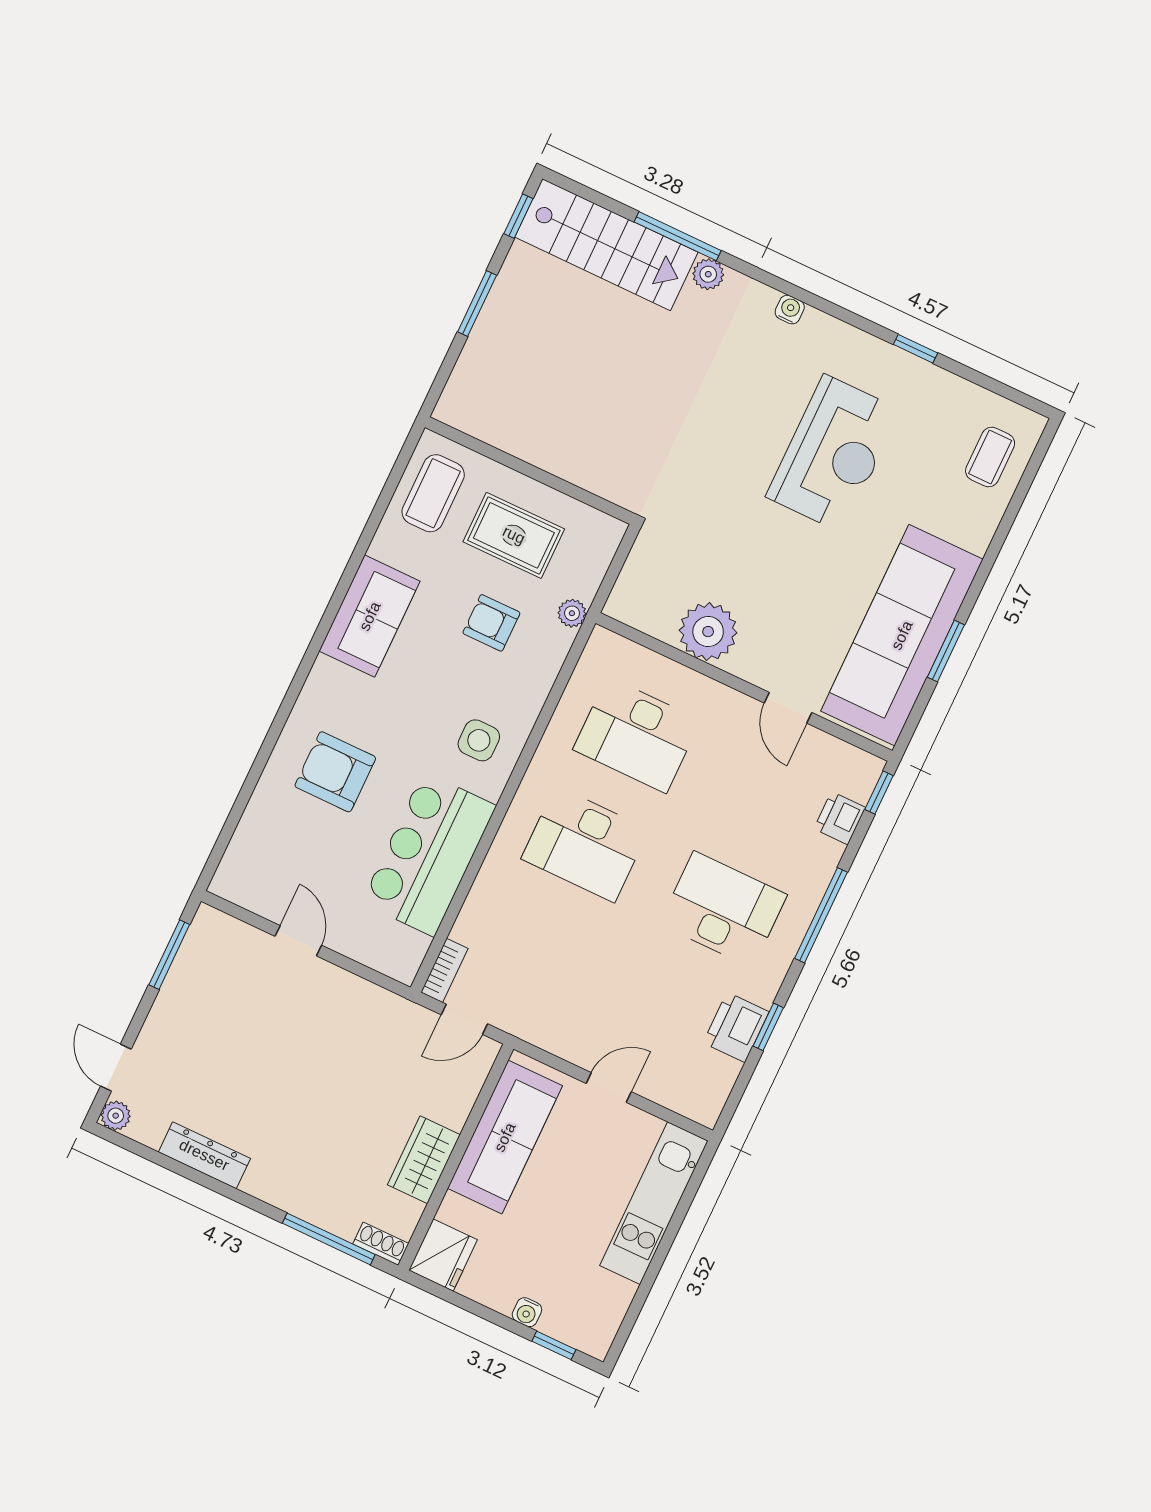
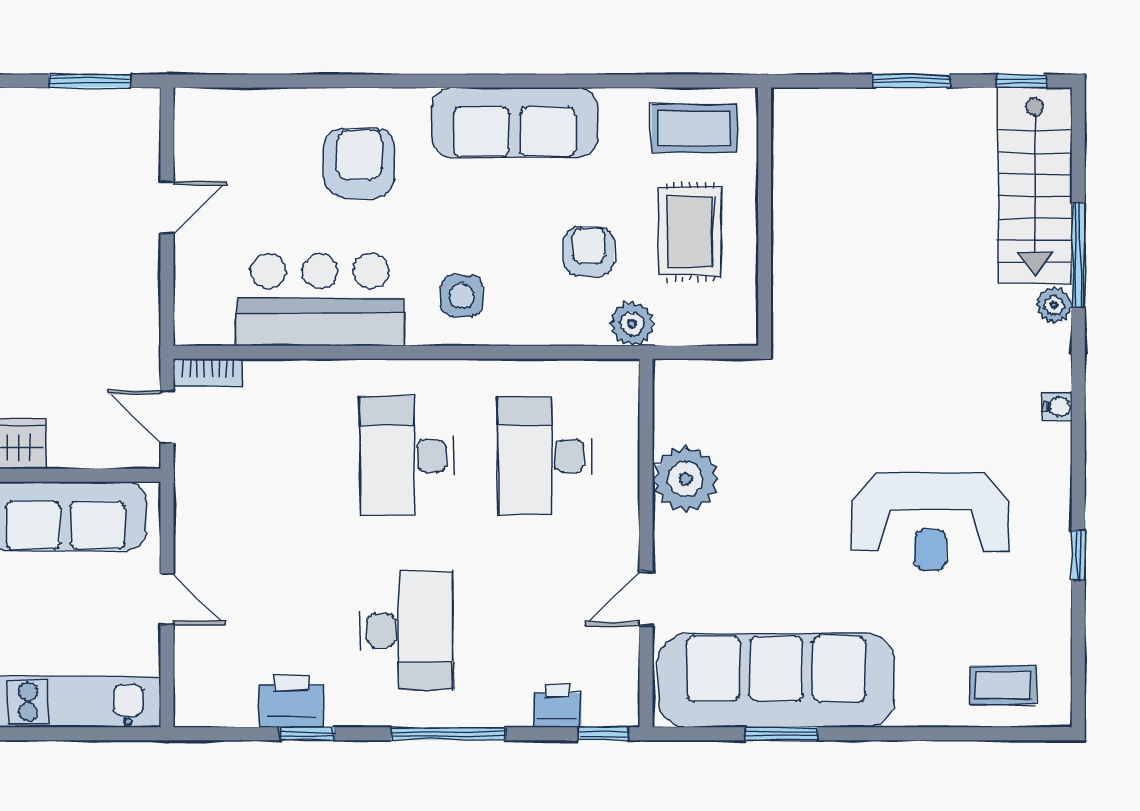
plant: (572, 613) -> (632, 324), width x1.38, depth x1.38
sofa: (370, 616) -> (515, 123), width x1.36

